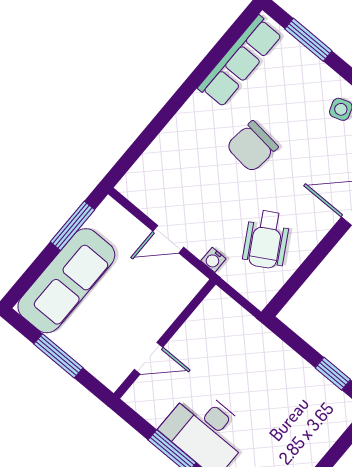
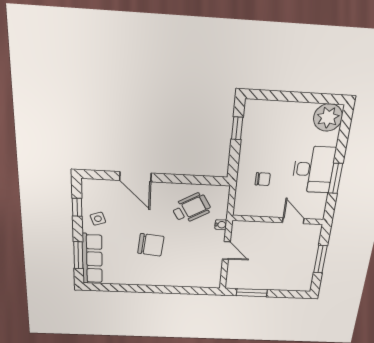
row of seats: (240, 61) -> (92, 259), moved, turned 90
sofa: (66, 281) -> (280, 279), removed
chair: (240, 359) -> (263, 179), added

